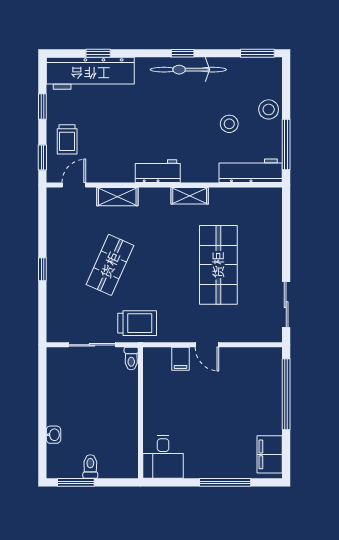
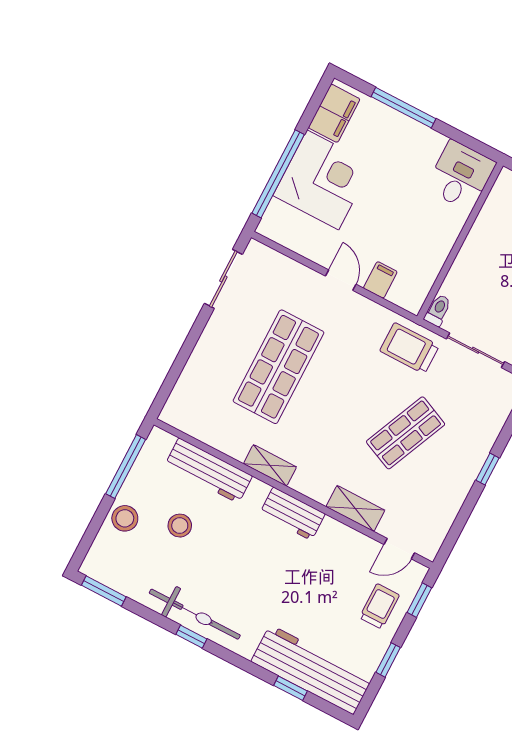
workbench: (251, 171) -> (209, 471), moved
corner desk: (254, 406) -> (323, 180), added

